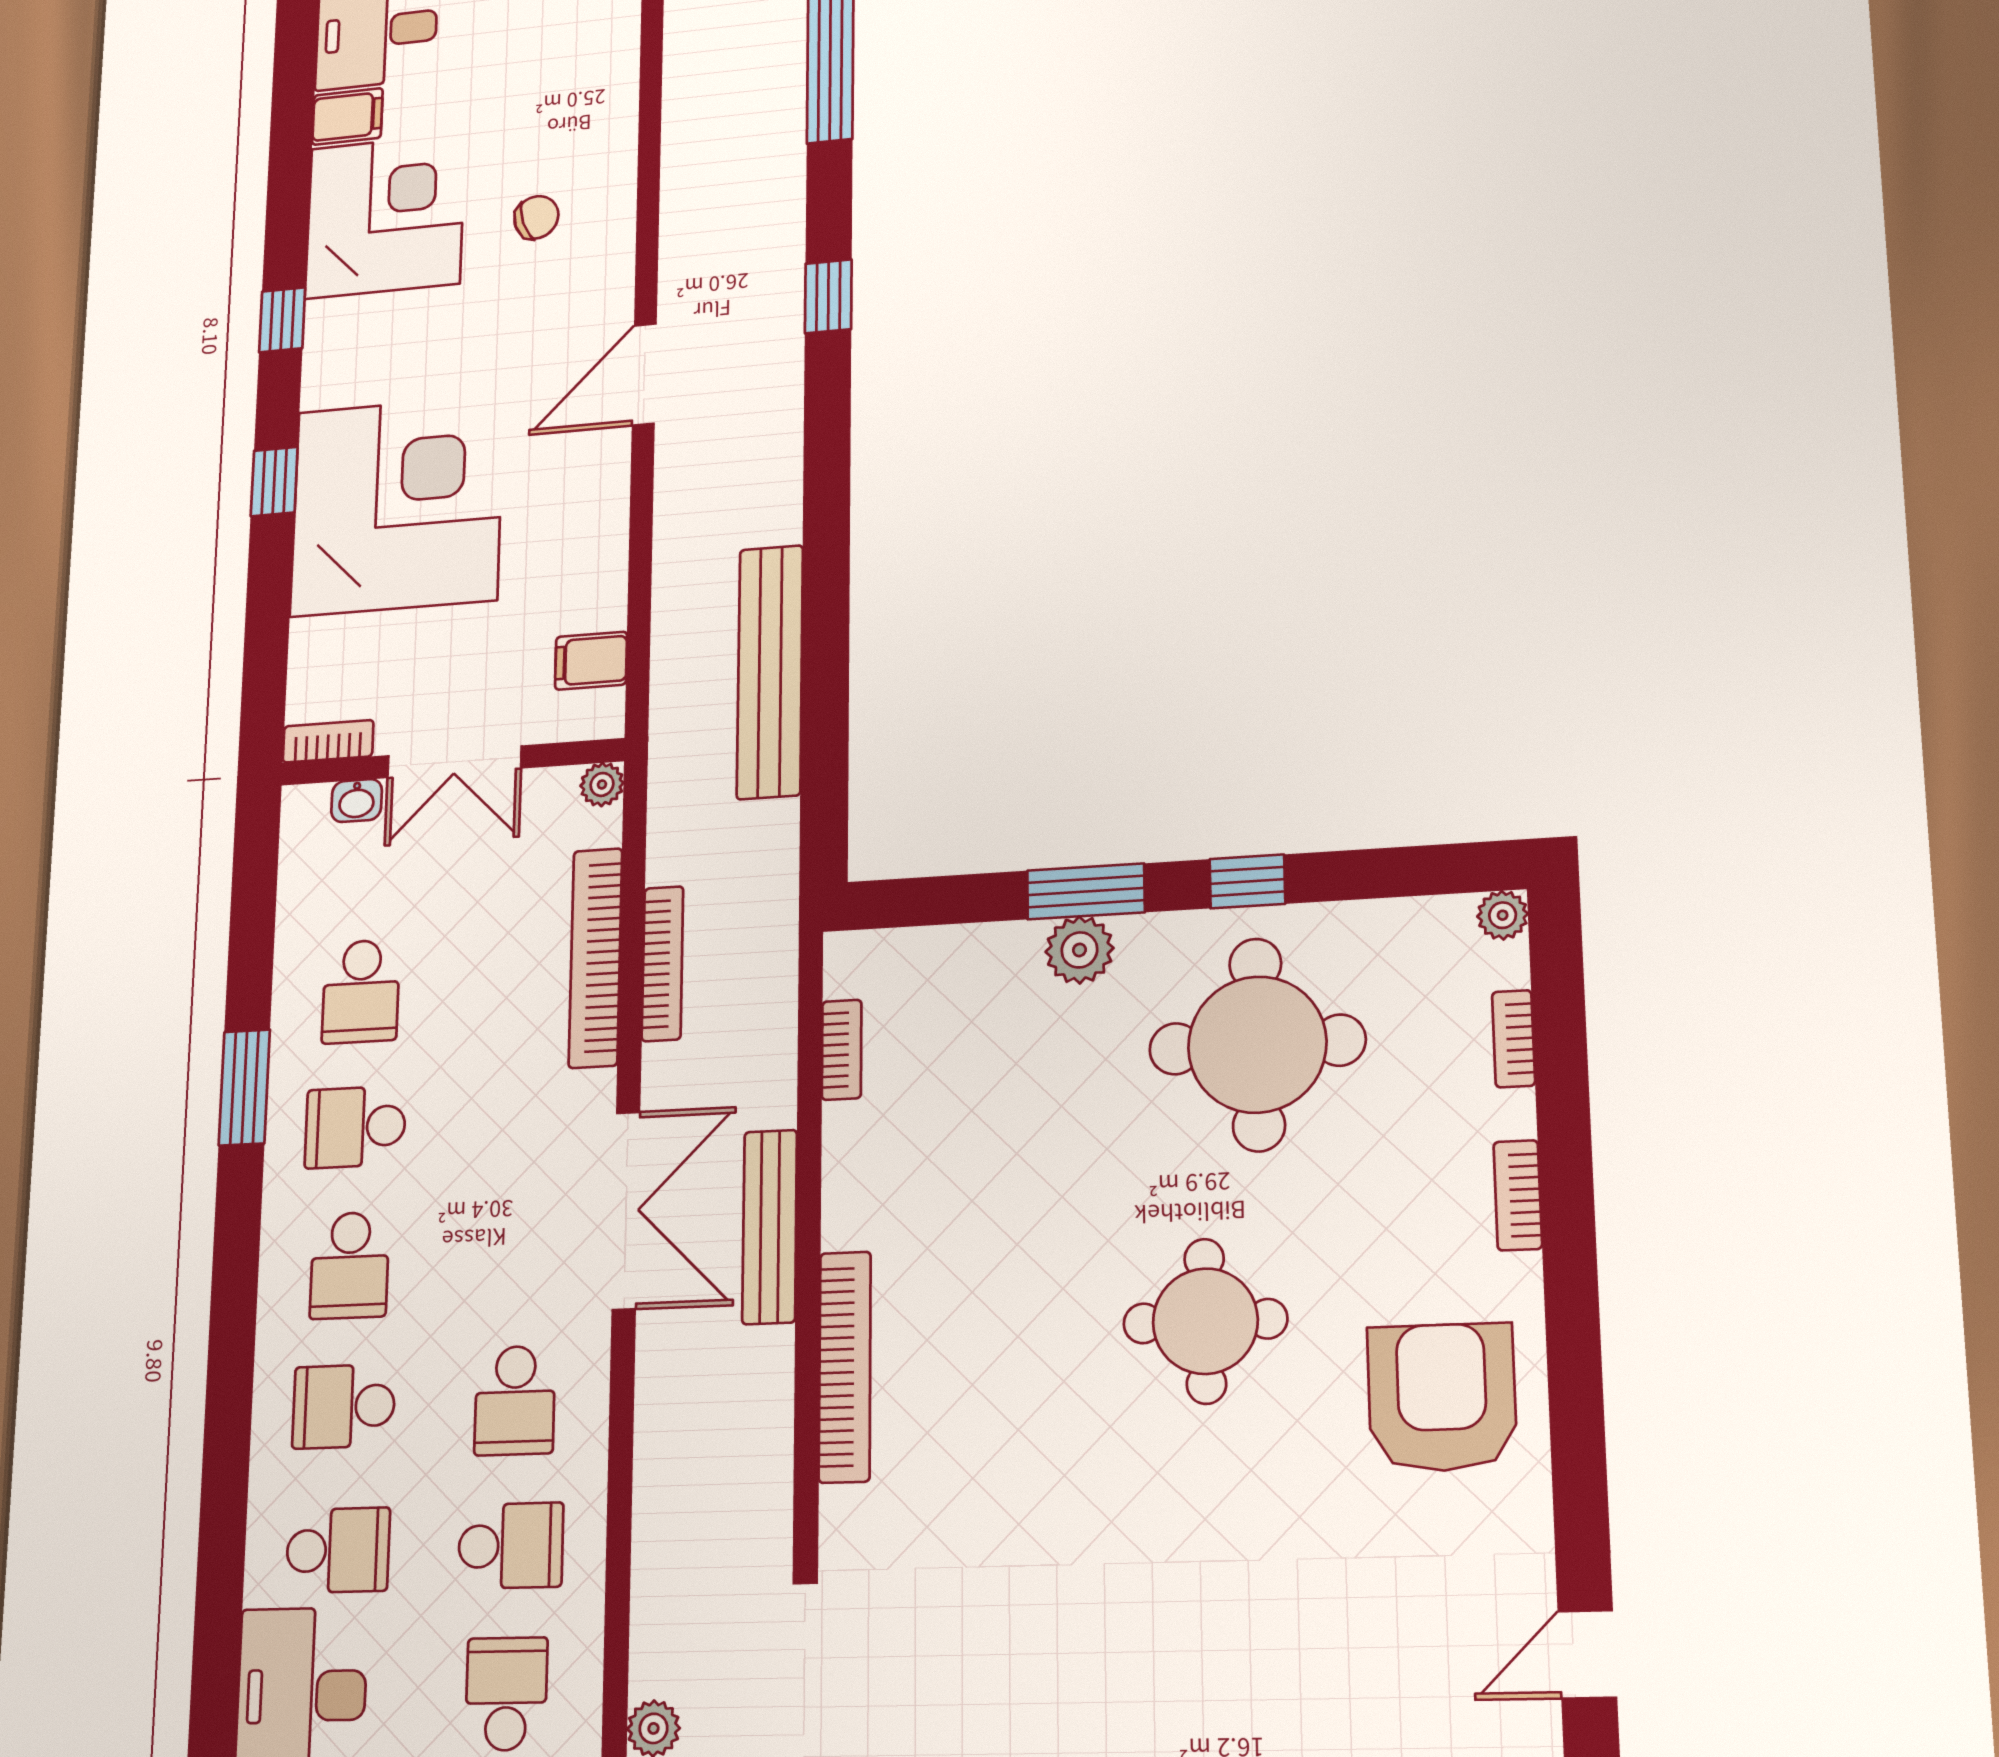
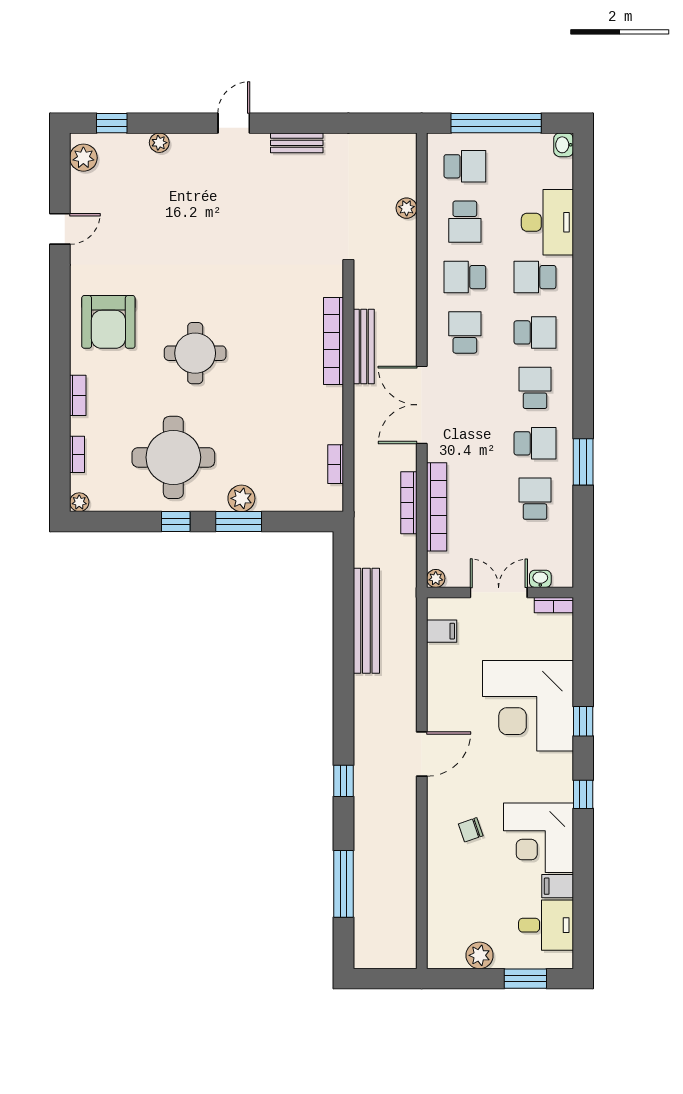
bench: (770, 1227) -> (364, 347), moved

